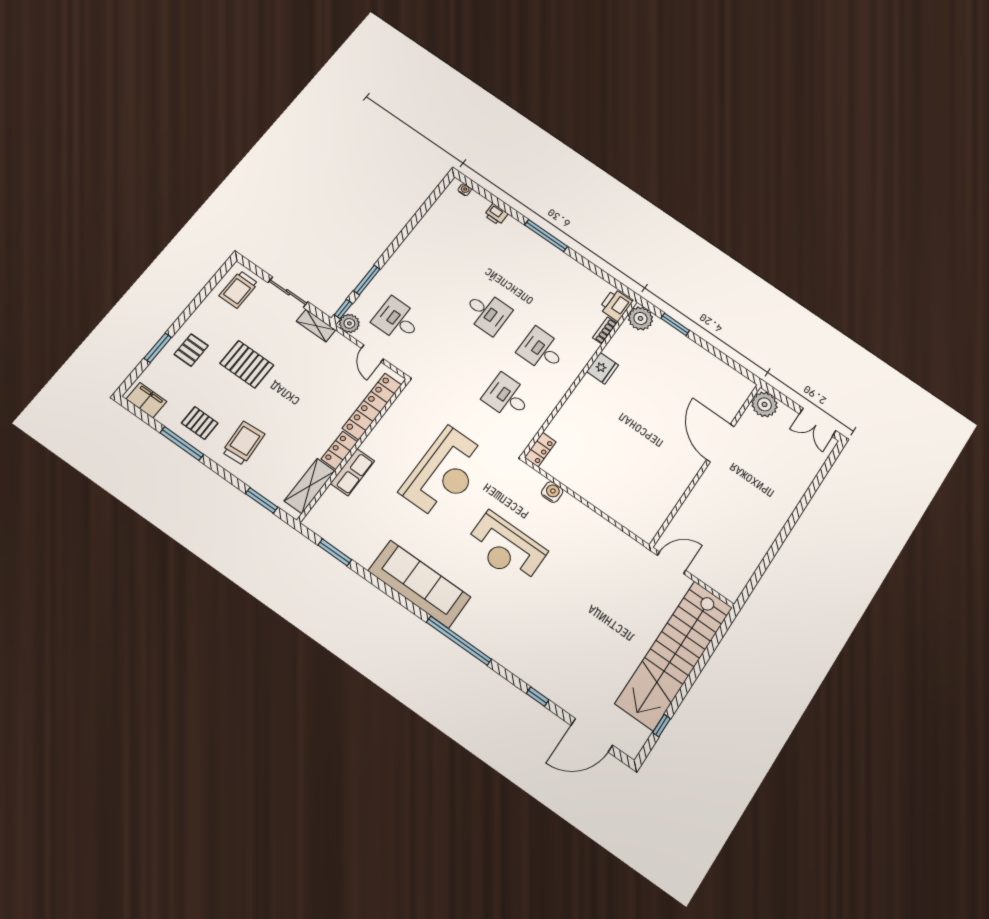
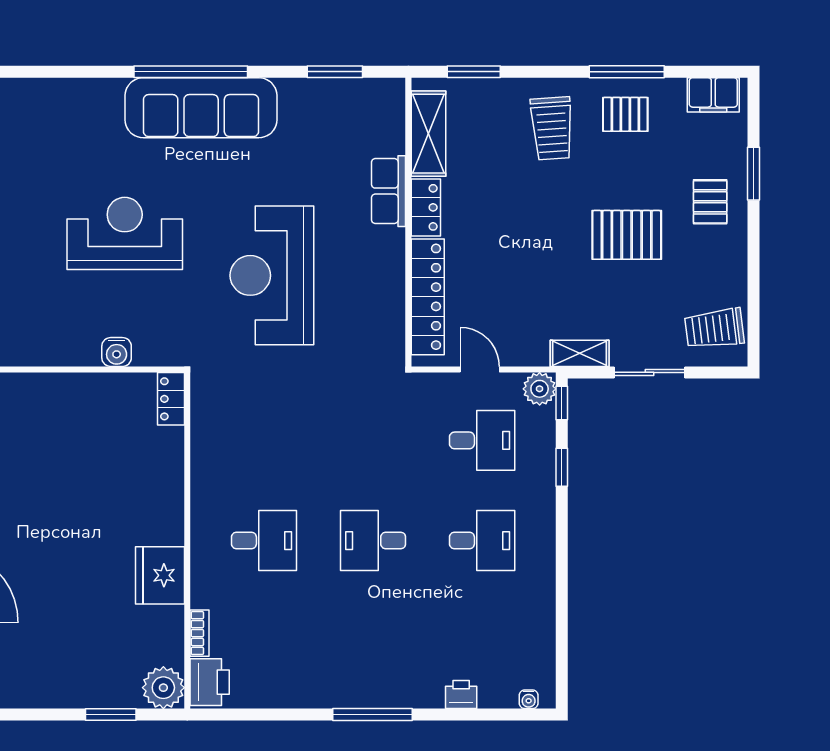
window: (367, 280) -> (562, 467), width x0.67
trolley: (239, 289) -> (714, 329), turned -97
fridge: (602, 368) -> (160, 575), width x1.36, depth x1.34
desk: (507, 397) -> (482, 541), moved
window: (459, 641) -> (191, 72), moved

